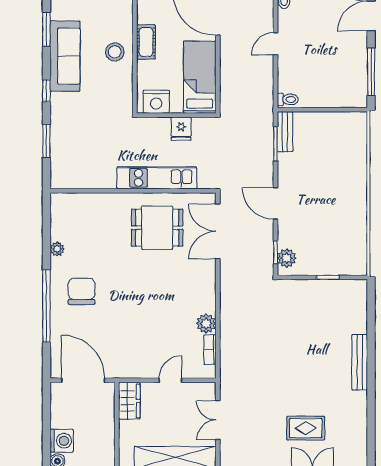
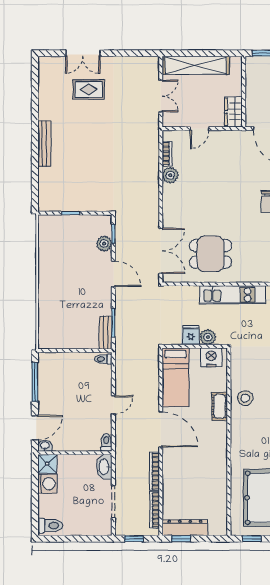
plant: (160, 126) -> (208, 337), added
kitchen unit: (157, 178) -> (233, 295), moved
plant: (287, 258) -> (104, 244), moved

